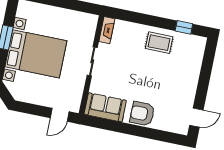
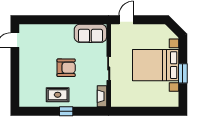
window: (184, 27) -> (66, 111), moved
armchair: (142, 114) -> (66, 68), moved

